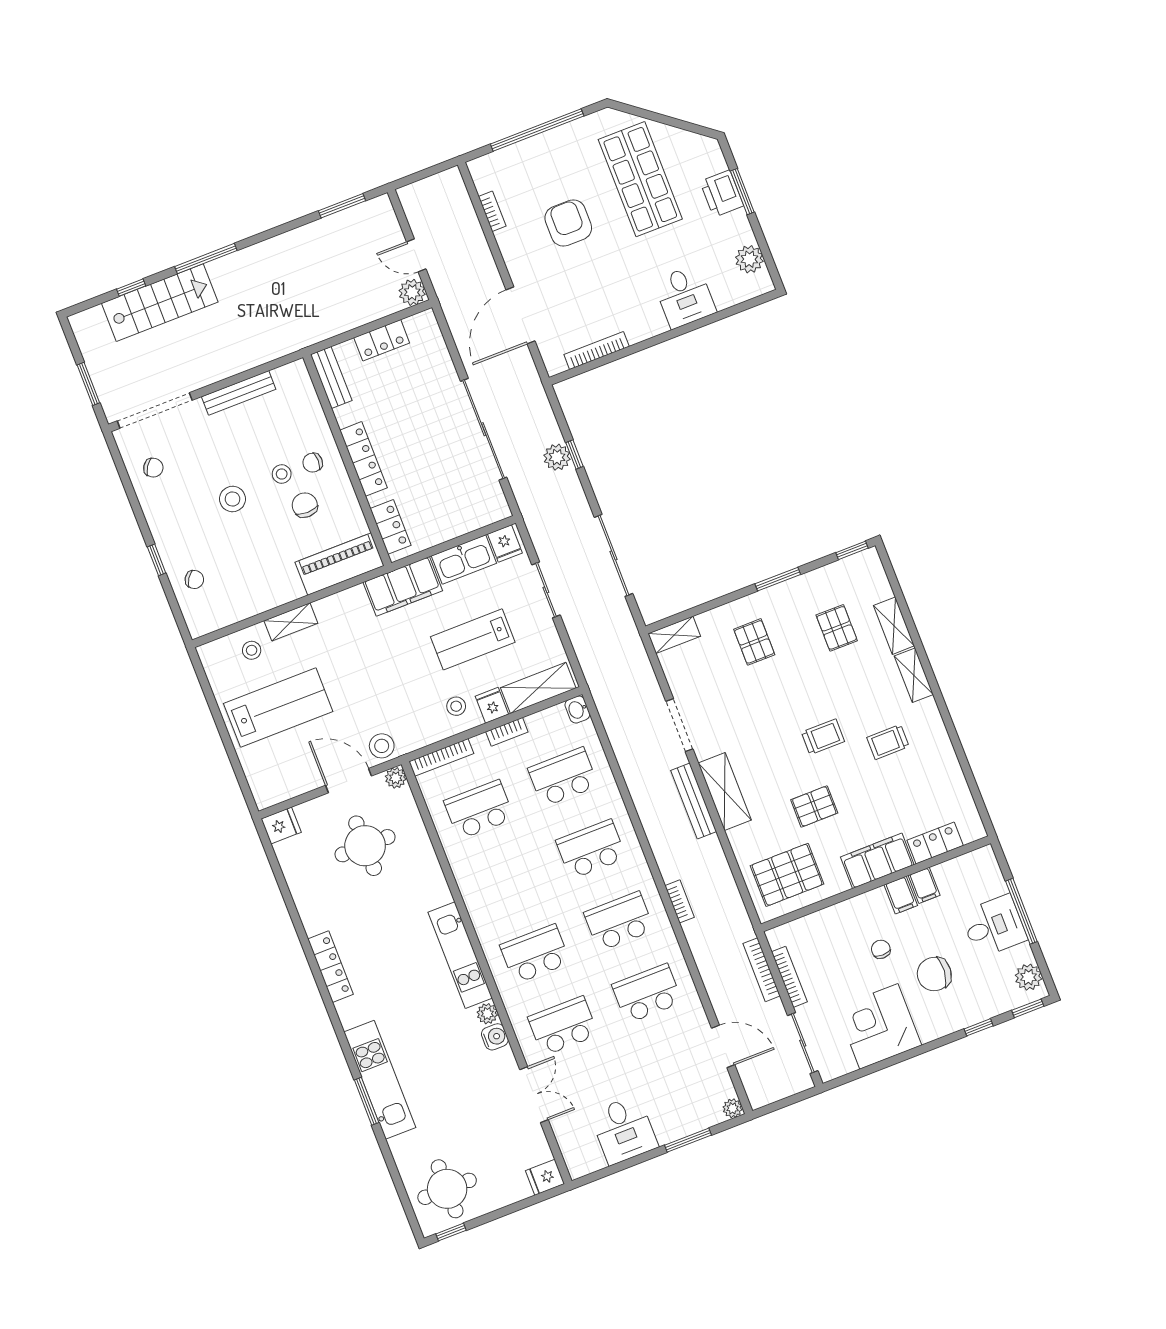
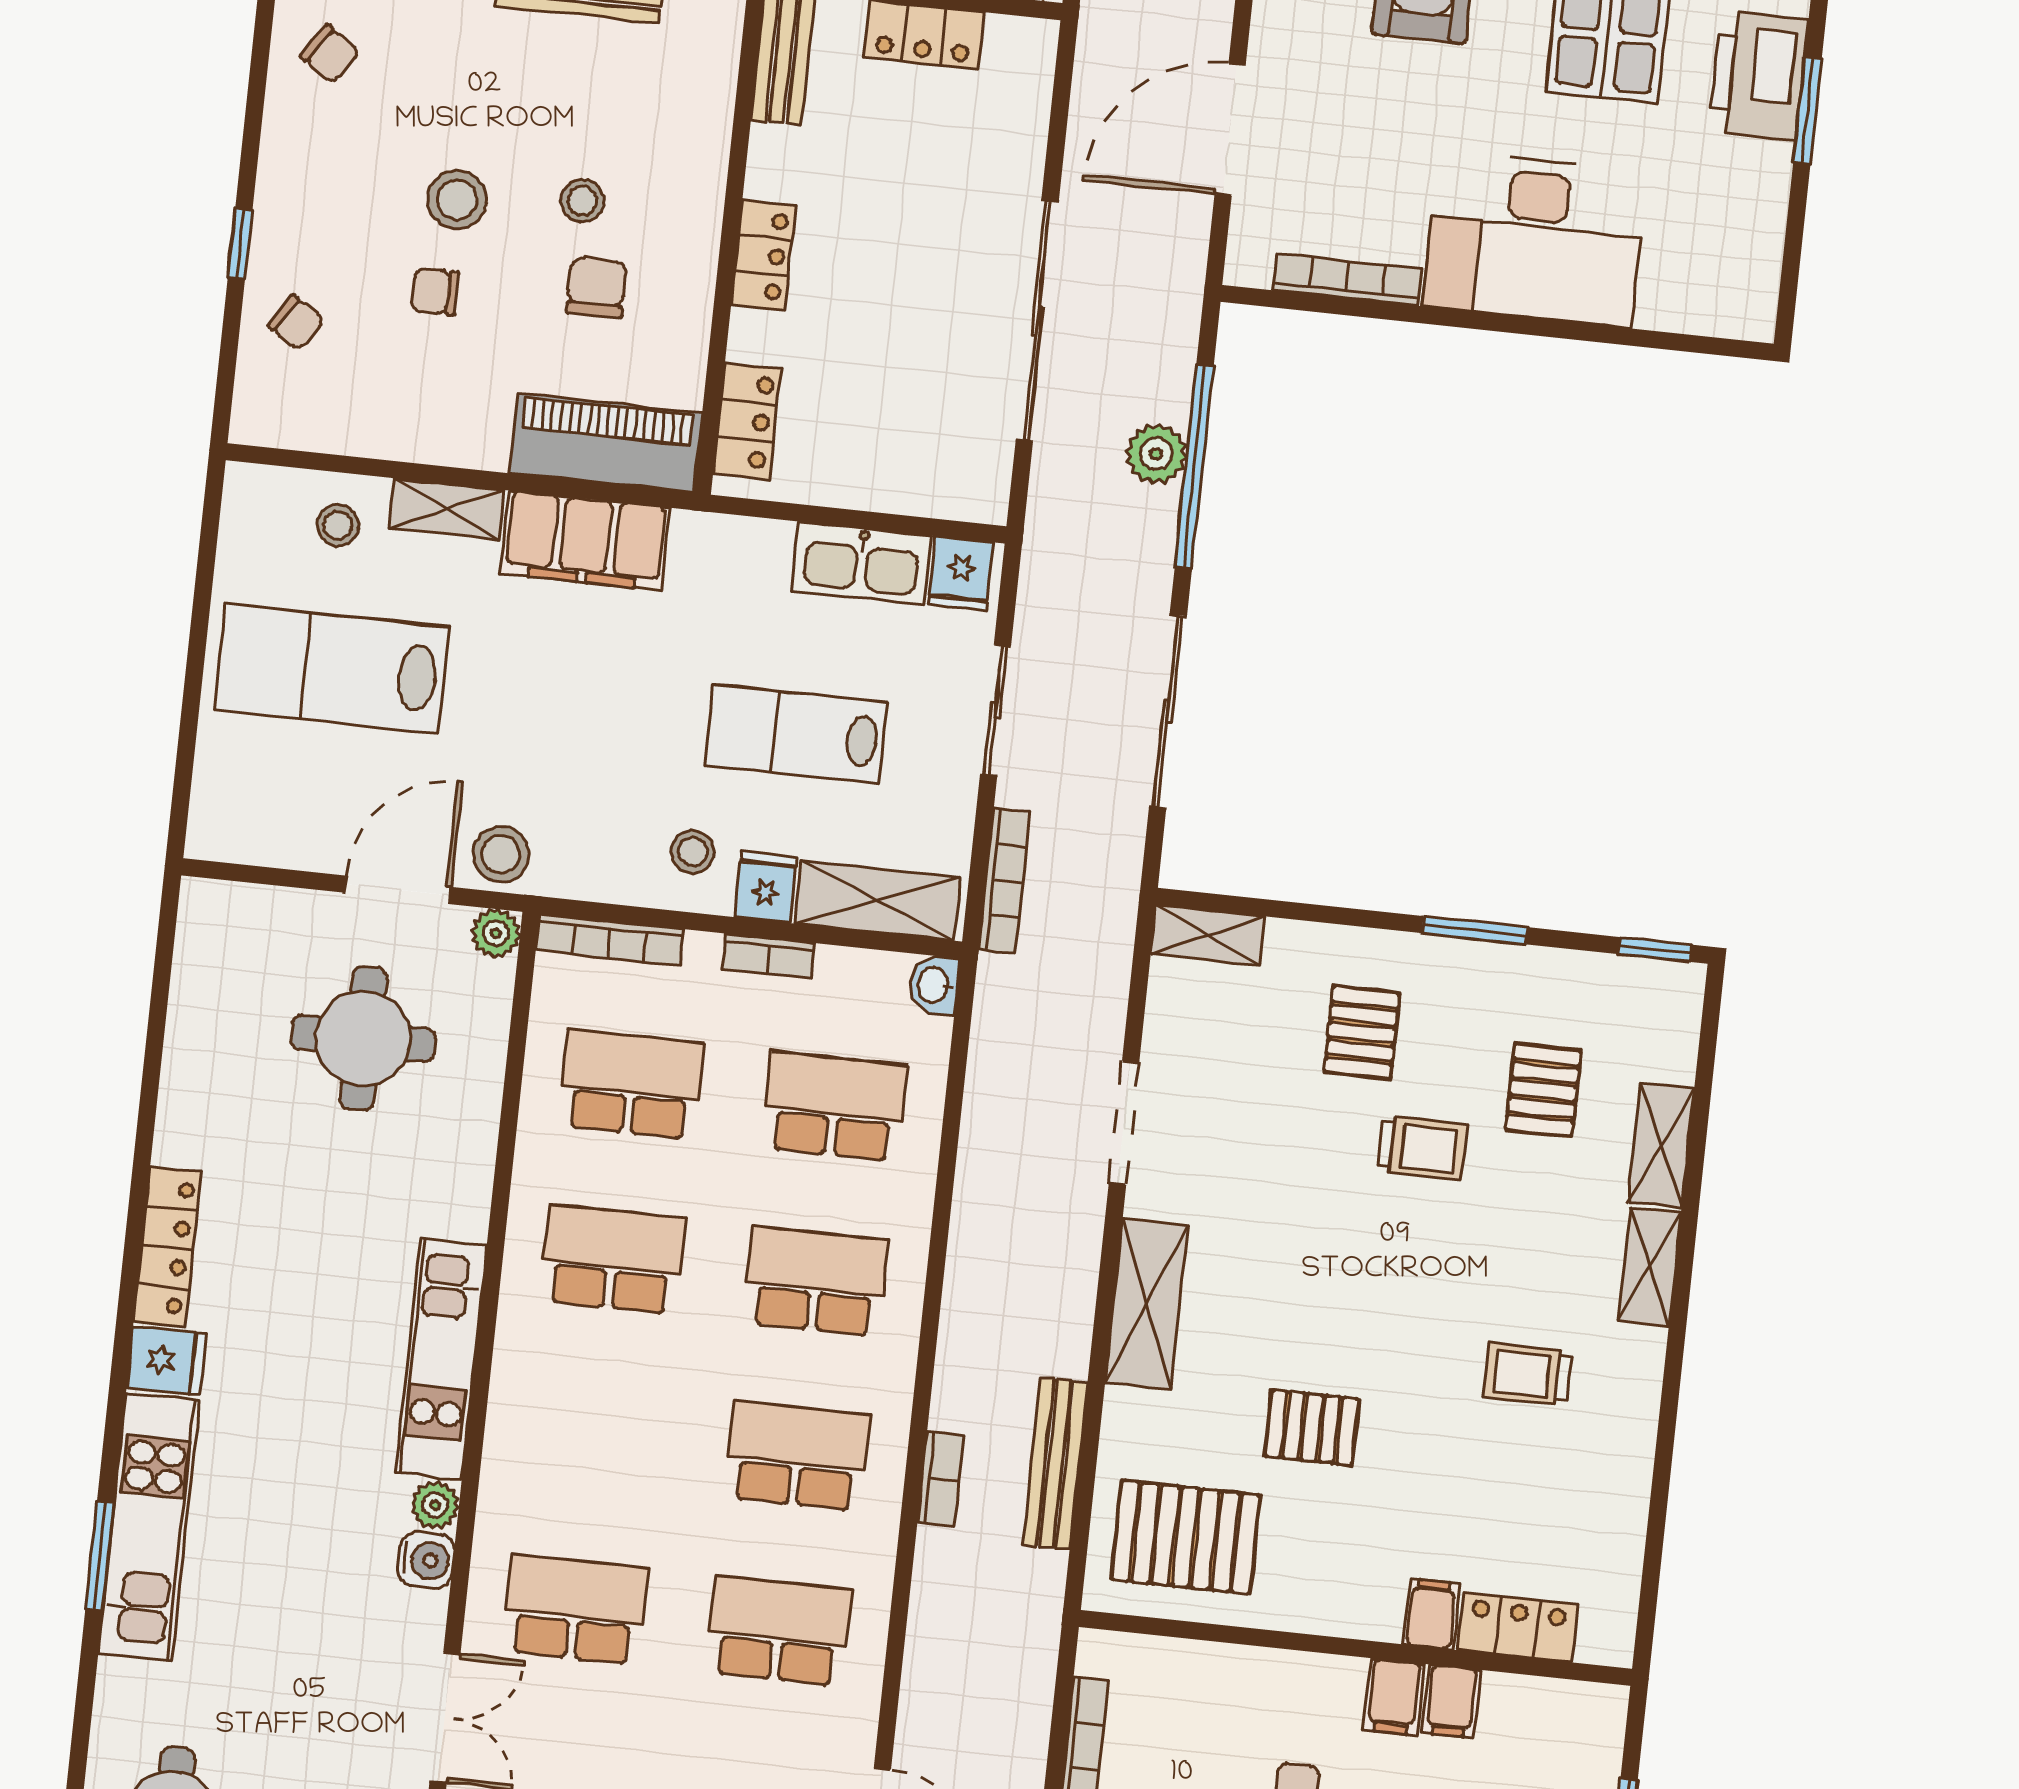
printer: (722, 194) -> (1758, 76), width x1.37, depth x1.19
plant: (749, 259) -> (1751, 254), removed
desk: (685, 297) -> (1535, 239), width x1.87, depth x1.30
window: (574, 454) -> (1194, 466), width x3.17
locker: (363, 459) -> (763, 255), width x0.66
chair: (313, 463) -> (435, 292), moved
filing cabinet: (403, 586) -> (585, 541), moved
lab bench: (278, 707) -> (332, 669), turned 180
trolley: (823, 737) -> (1422, 1148), moved
door: (349, 781) -> (398, 890), hinge flipped
bench: (694, 801) -> (1055, 1464), moved
fridge: (281, 826) -> (167, 1361), moved
filing cabinet: (877, 861) -> (1431, 1614), width x0.33, depth x0.86
school desk: (535, 954) -> (612, 1259), moved
bookcase: (762, 970) -> (1004, 881), moved, turned 180

